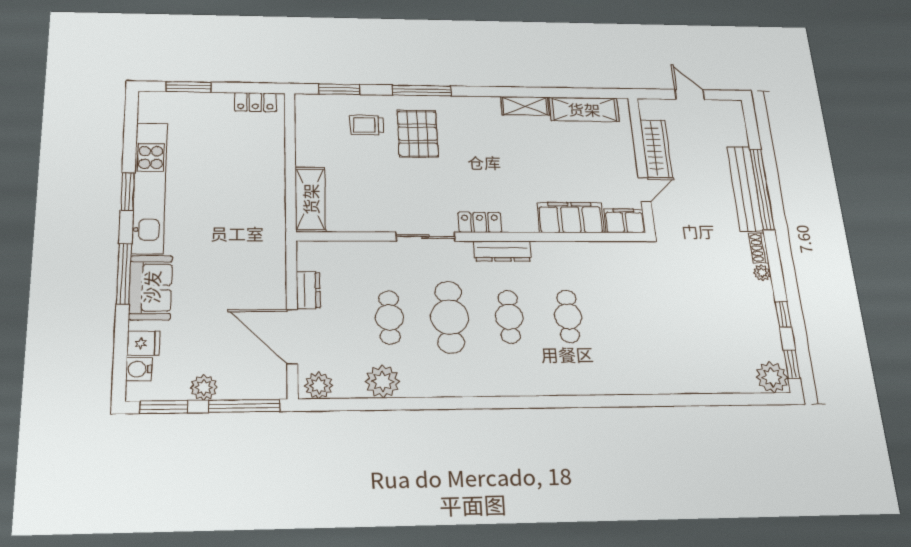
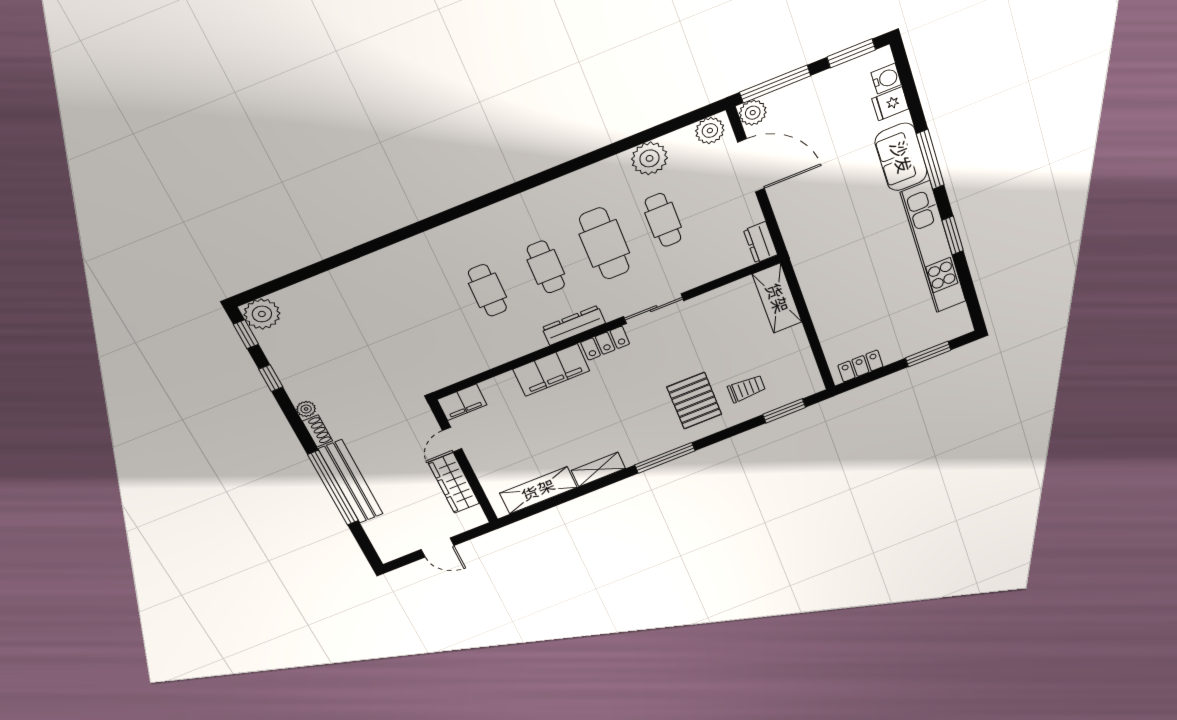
window: (422, 90) -> (665, 458), moved
filing cabinet: (571, 218) -> (551, 370), moved
dresser: (308, 290) -> (761, 242), moved
plant: (204, 387) -> (753, 113), moved

